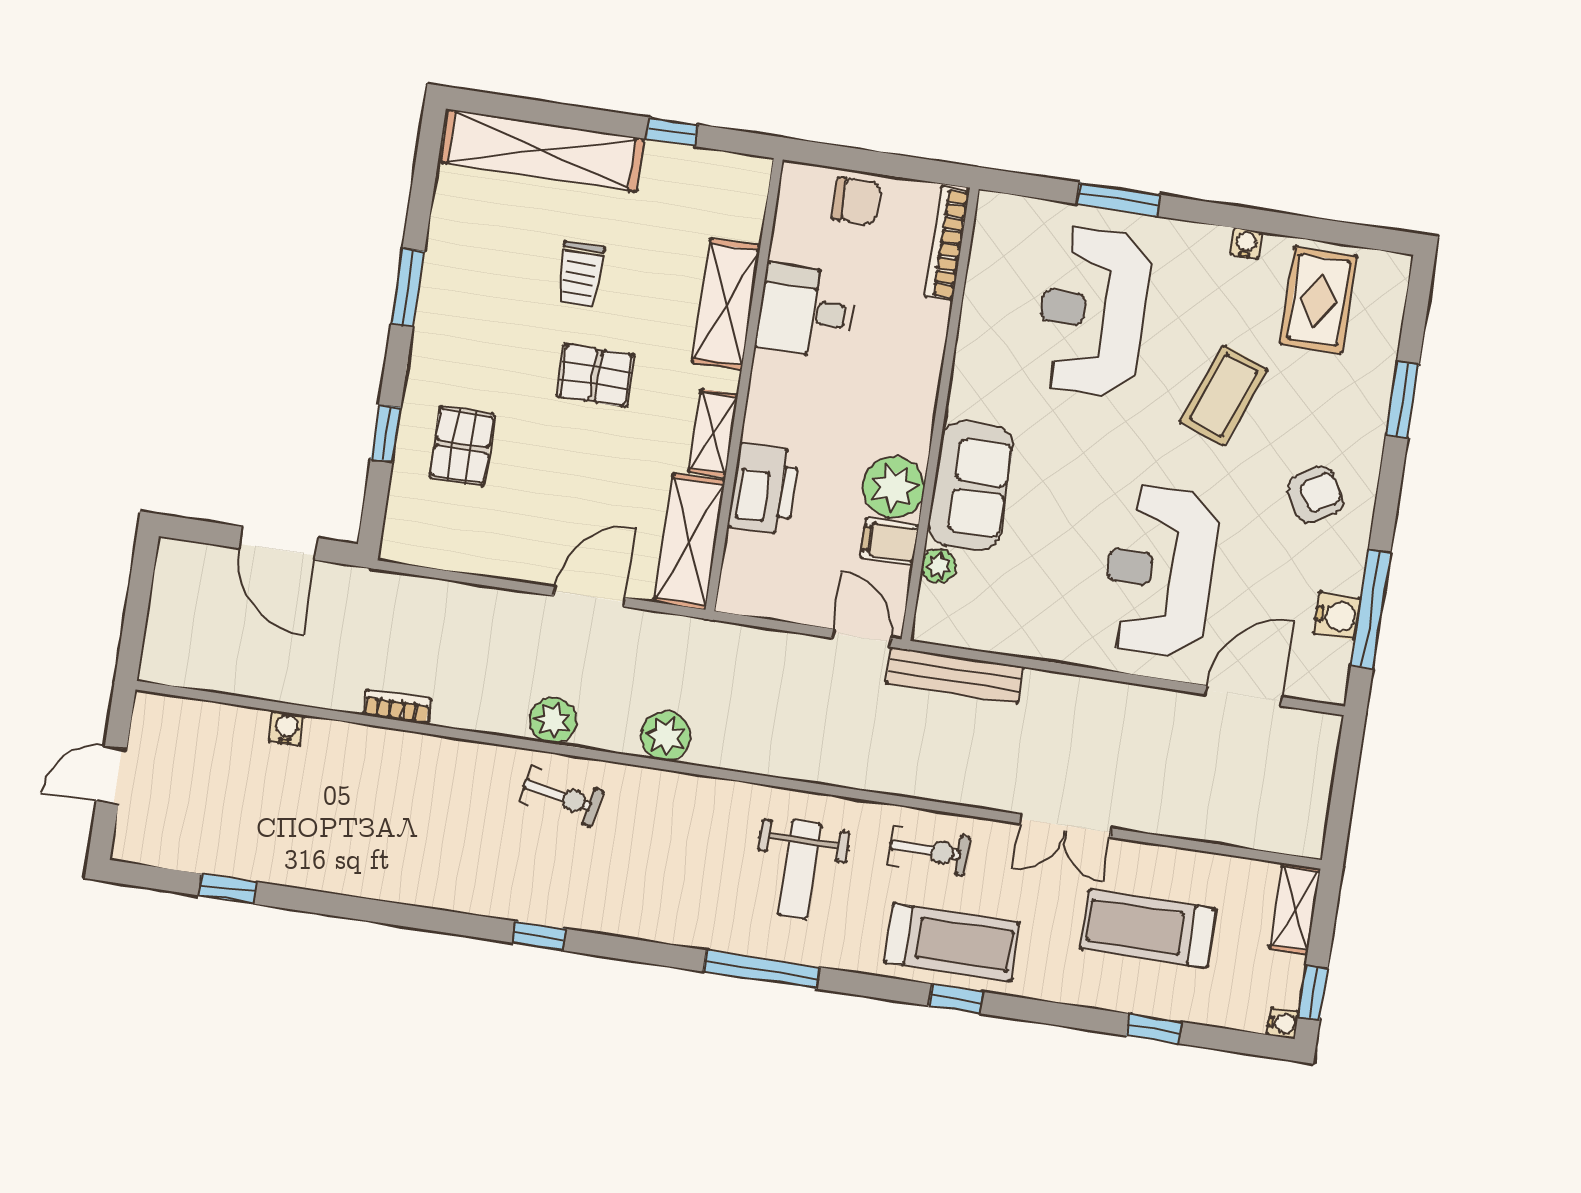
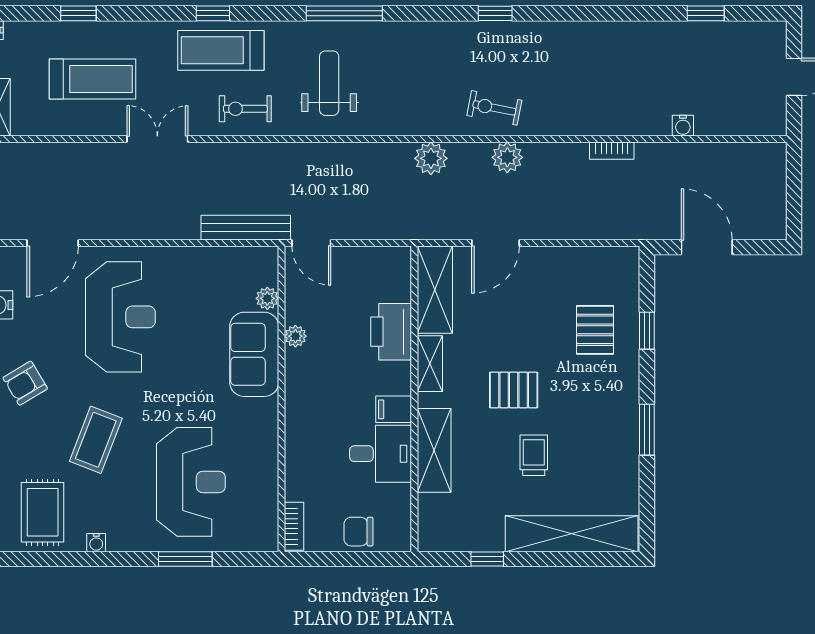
bookcase: (947, 243) -> (294, 526), width x0.64
plant: (894, 487) -> (295, 336), width x0.53, depth x0.53
filing cabinet: (890, 542) -> (394, 409), moved, turned 180

